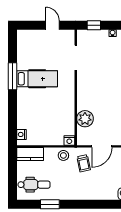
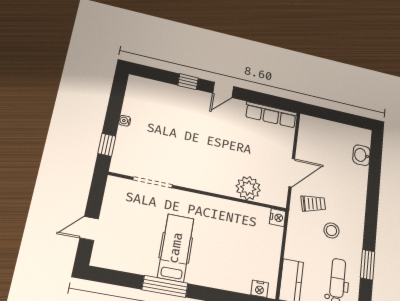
door: (52, 25) -> (89, 229), moved
door: (102, 146) -> (292, 173), hinge flipped
stool: (63, 155) -> (331, 230), moved

